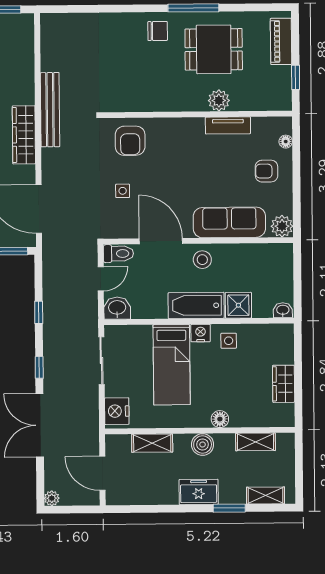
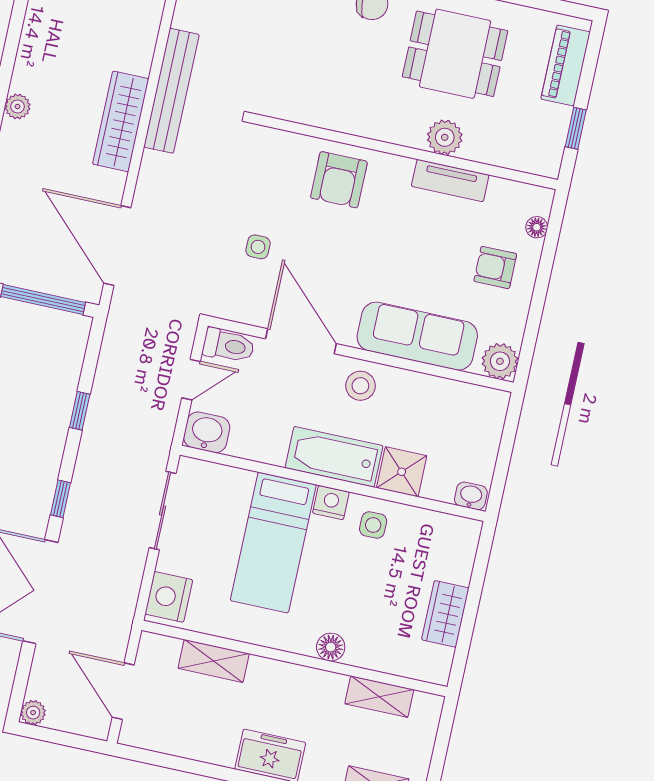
armchair: (130, 141) -> (339, 180), moved
boiler: (203, 445) -> (294, 681), removed

